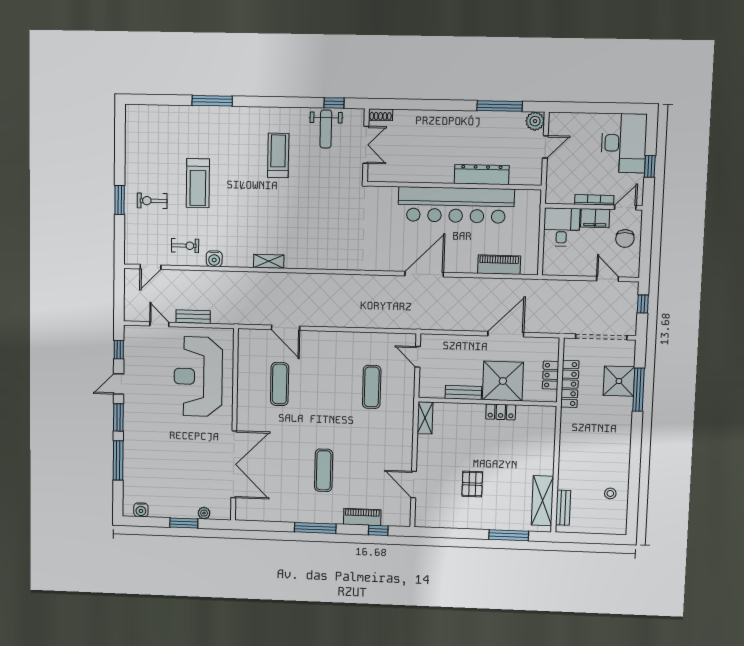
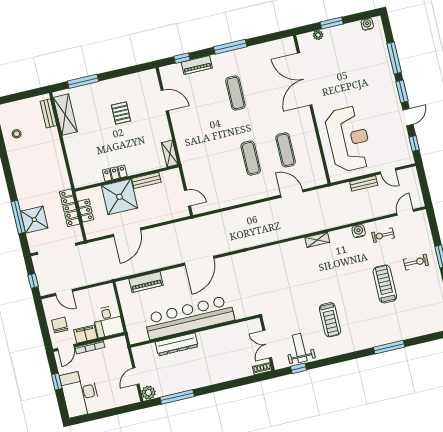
exercise mat: (372, 387) -> (251, 158), moved

